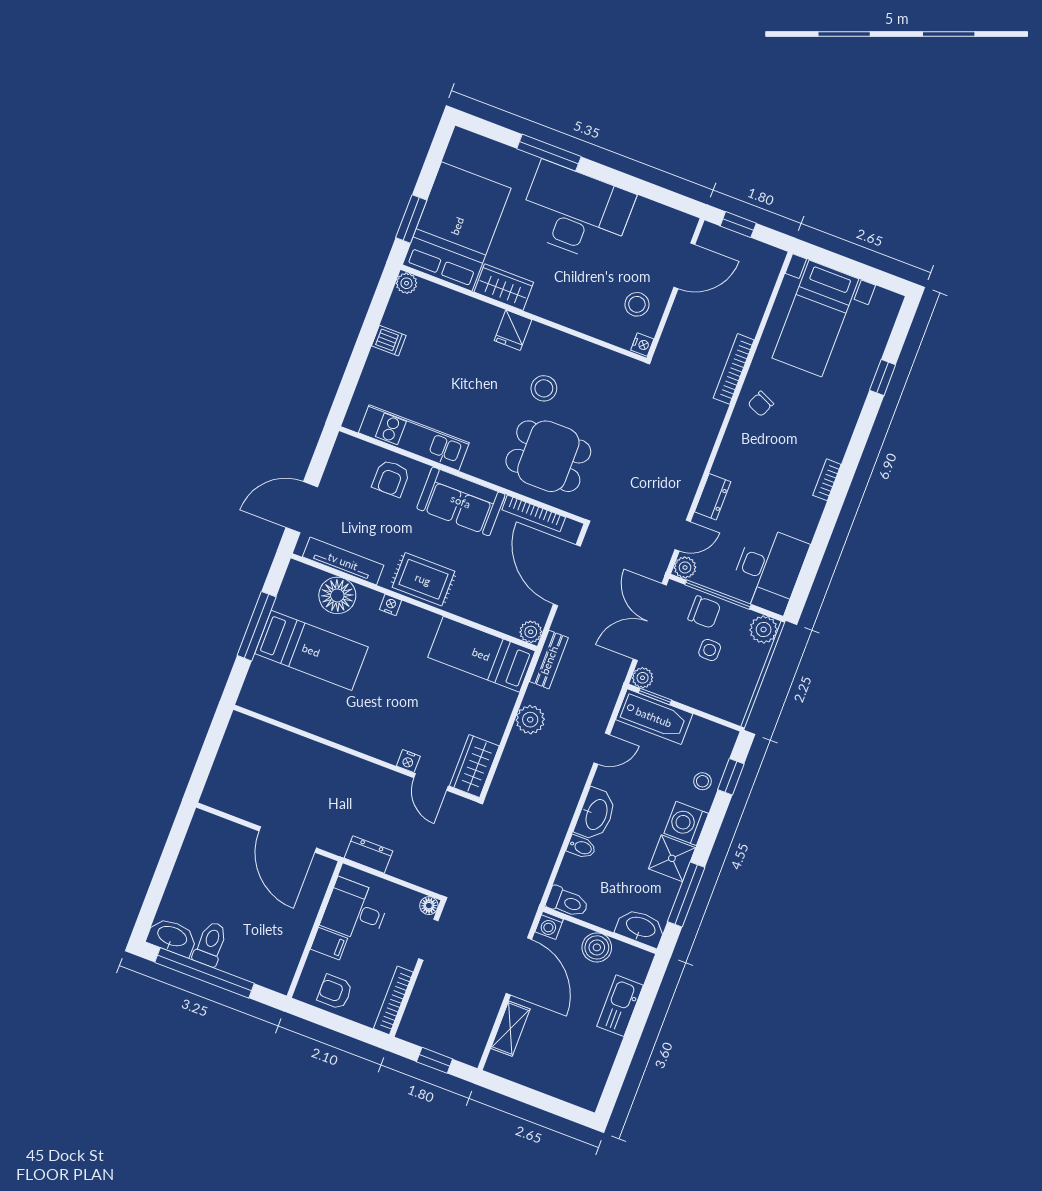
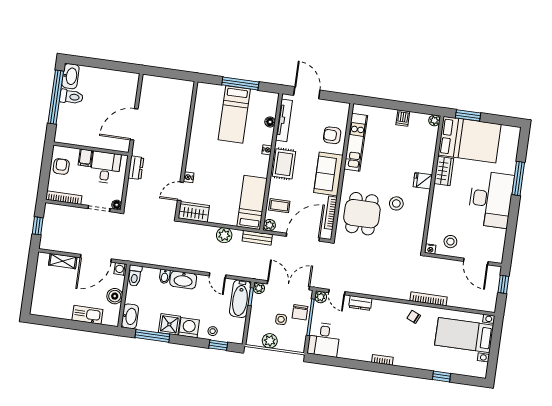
desk: (769, 570) -> (324, 340), width x0.73
floor lamp: (337, 595) -> (270, 122), width x0.53, depth x0.53
coffee table: (499, 605) -> (279, 206), added
plant: (764, 629) -> (270, 341), moved

